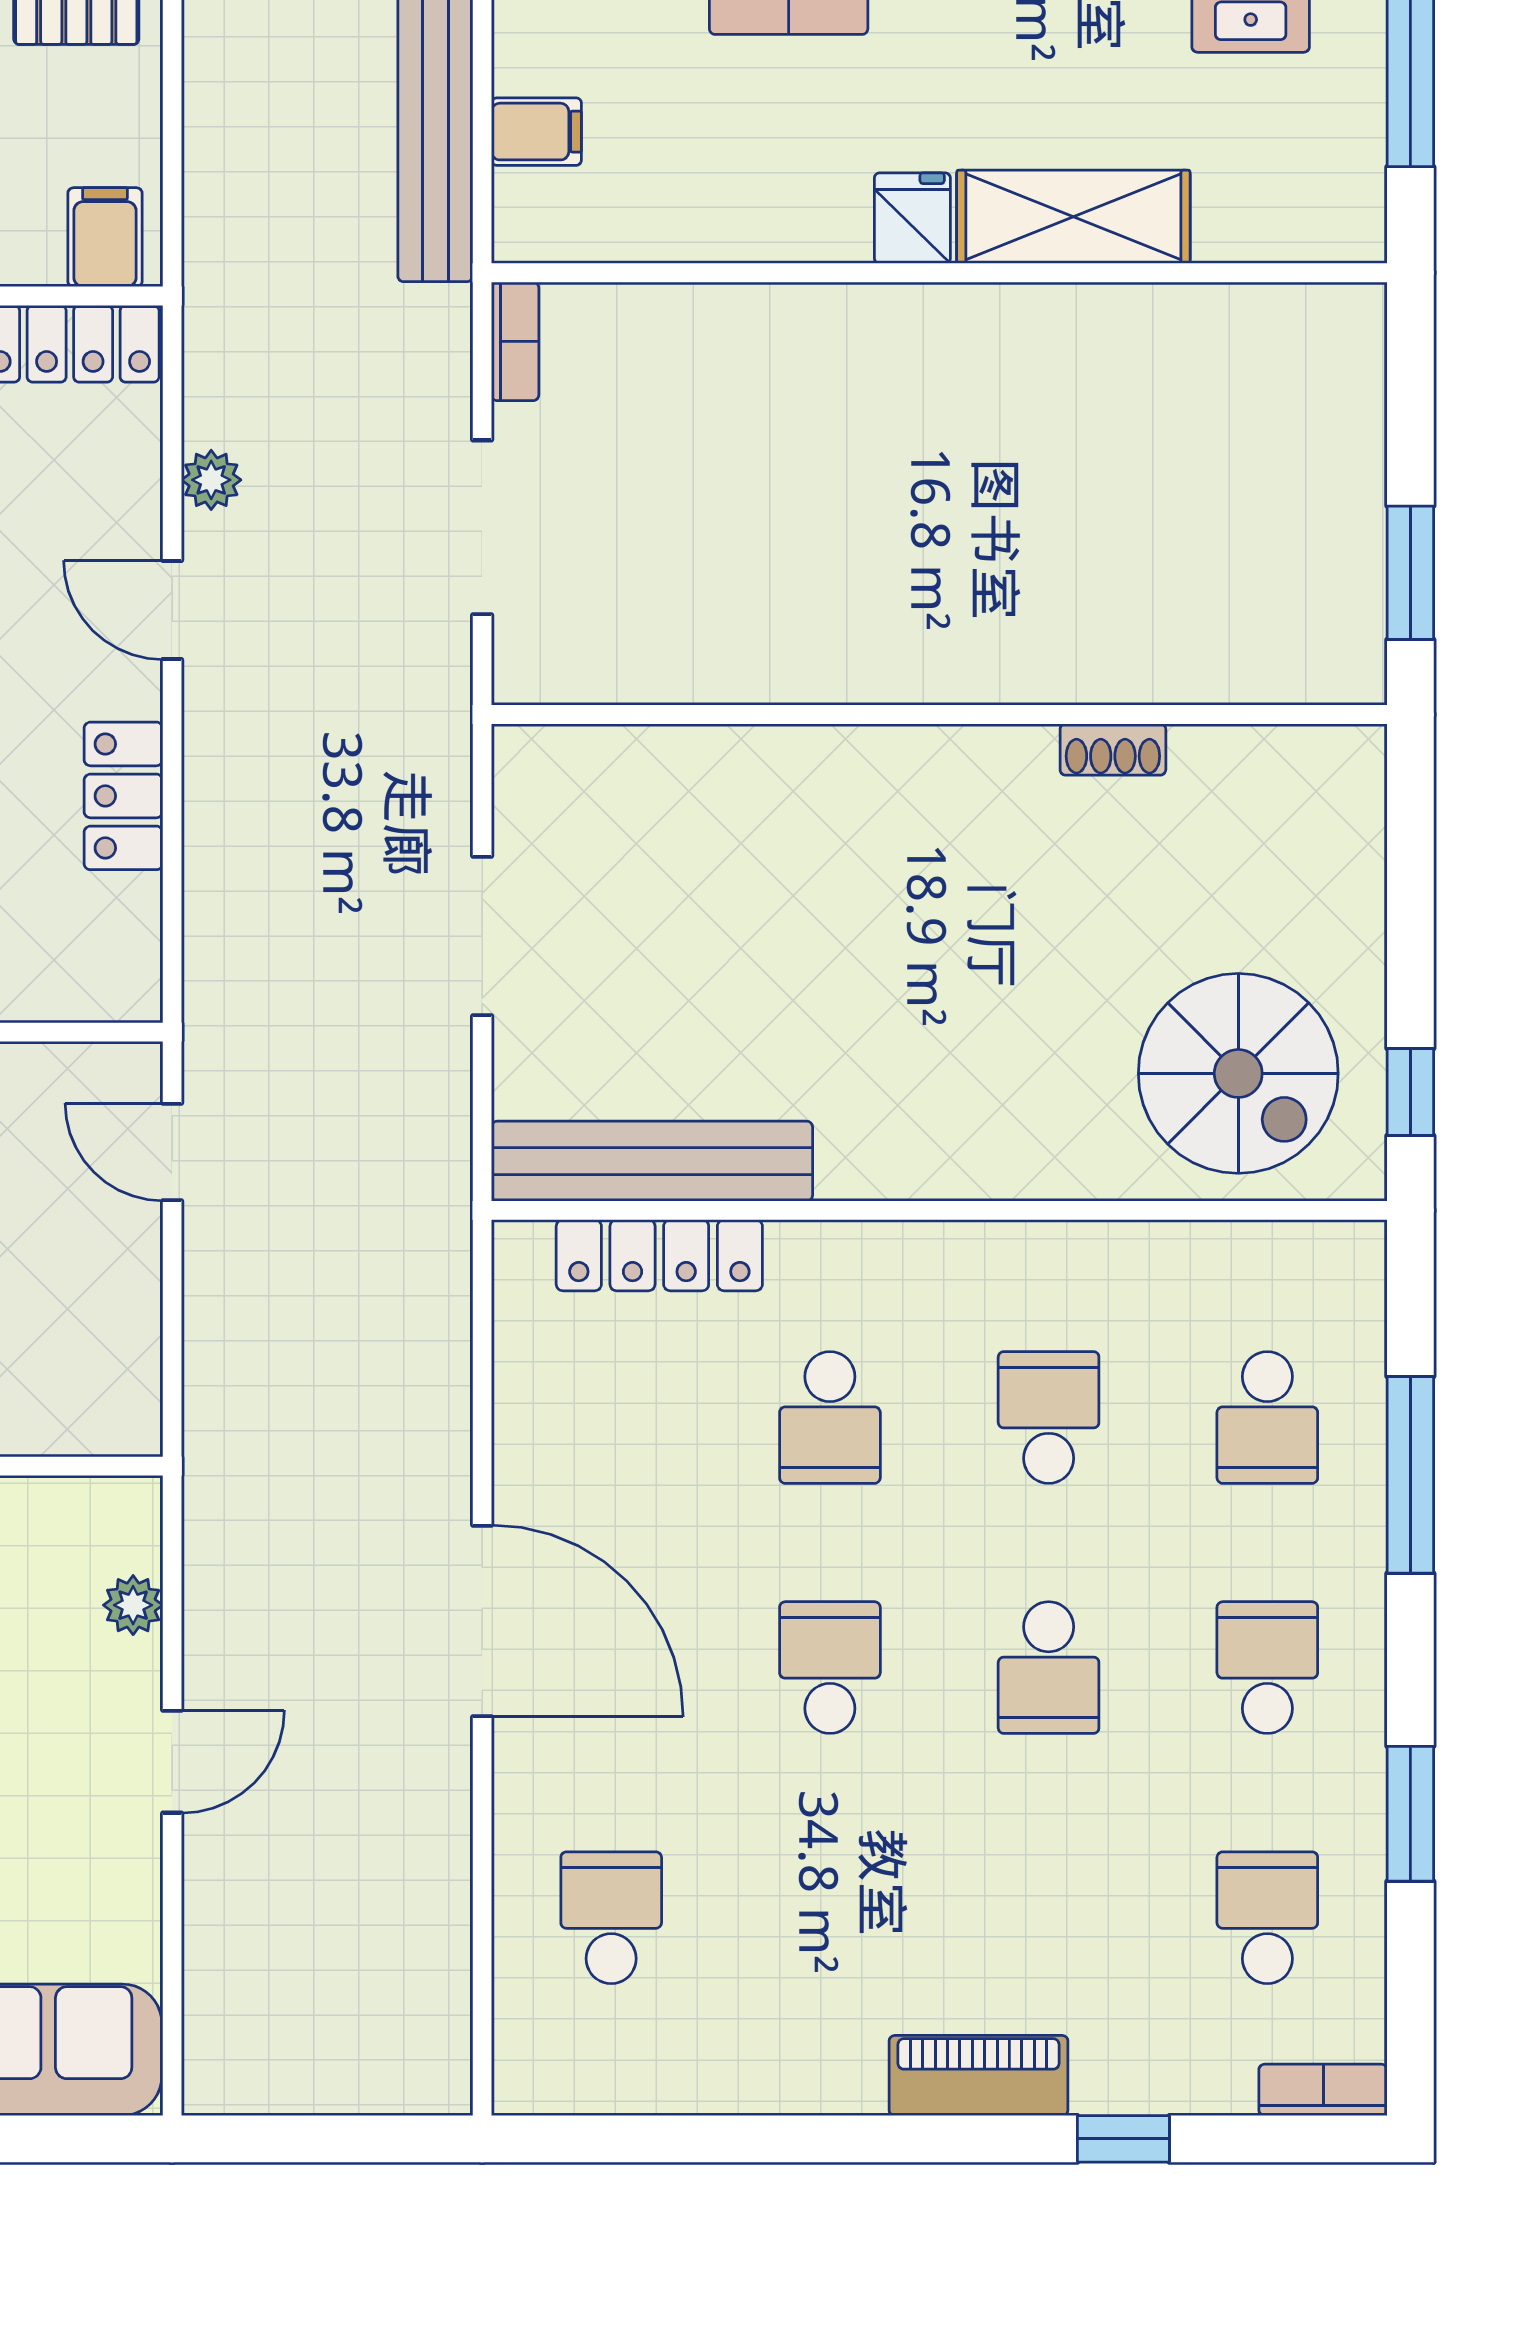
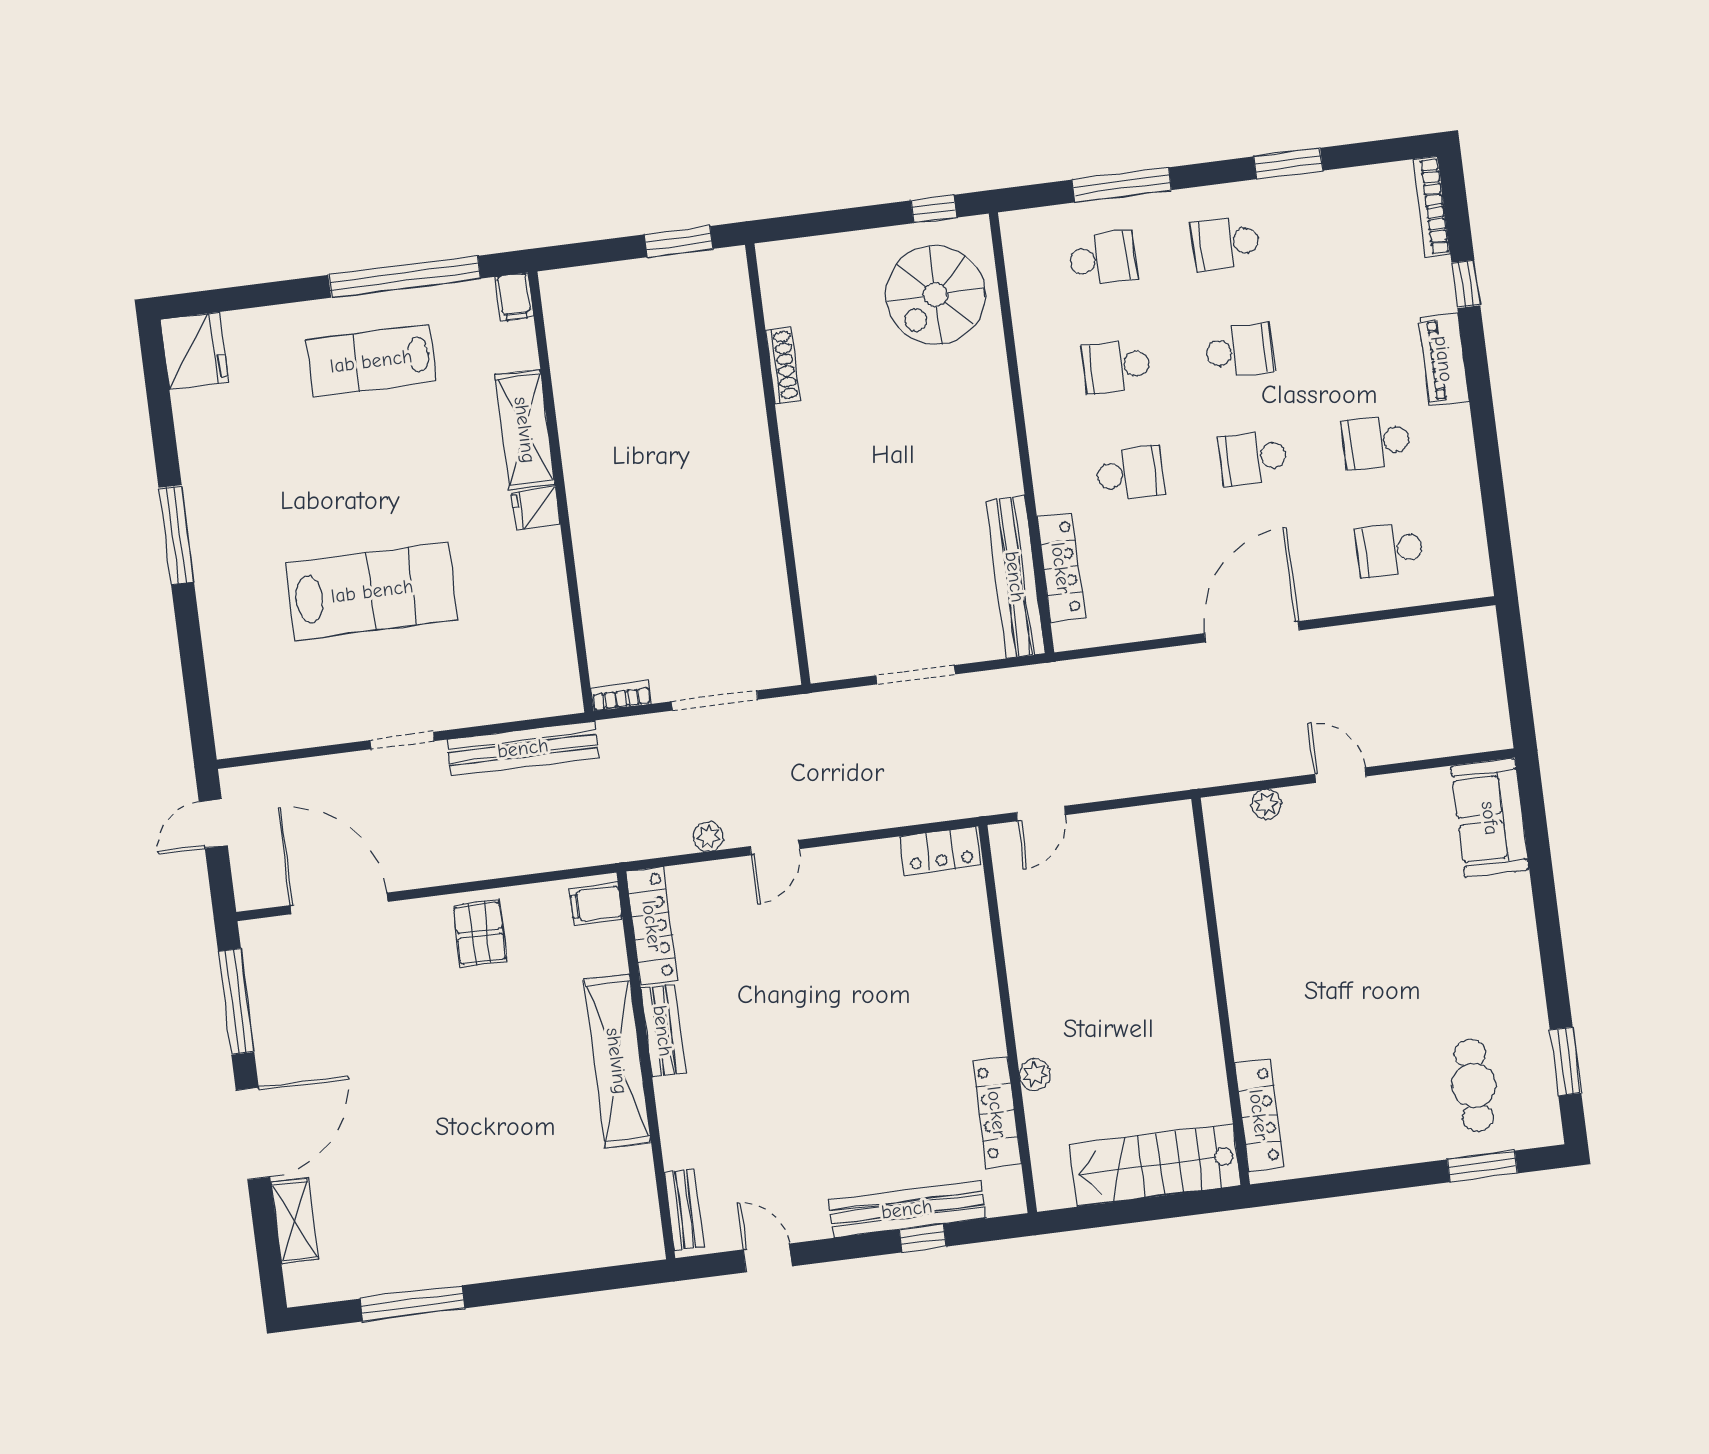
filing cabinet: (536, 132) -> (514, 297), moved, turned 180
shoe rack: (1113, 749) -> (783, 366), width x1.43
locker: (123, 796) -> (940, 851), moved
spiral stairs: (1238, 1073) -> (935, 295), turned 180
school desk: (1267, 1918) -> (1376, 442), moved
bookcase: (1323, 2090) -> (1432, 207), width x1.56

